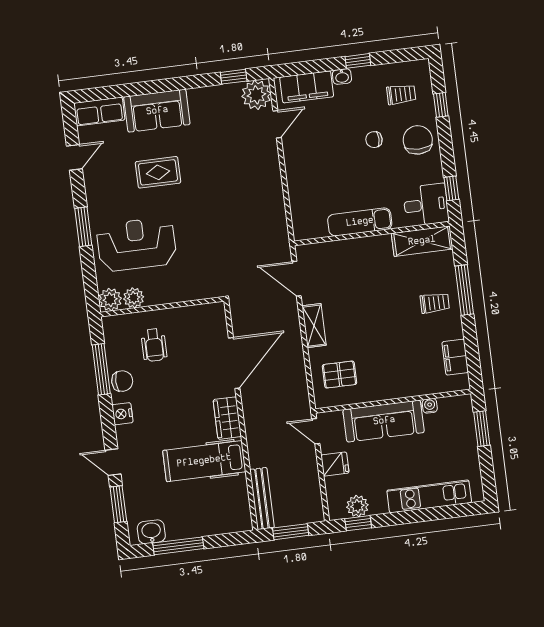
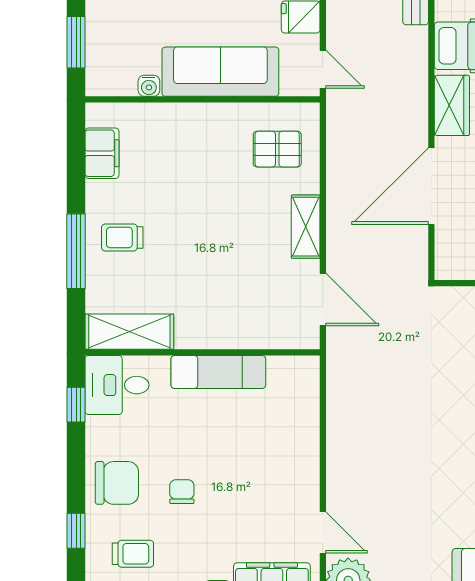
trolley: (401, 94) -> (133, 554), turned 180
door: (277, 124) -> (323, 533), swing flipped
chair: (374, 140) -> (182, 492), turned -90
chair: (418, 140) -> (117, 483), turned -90

